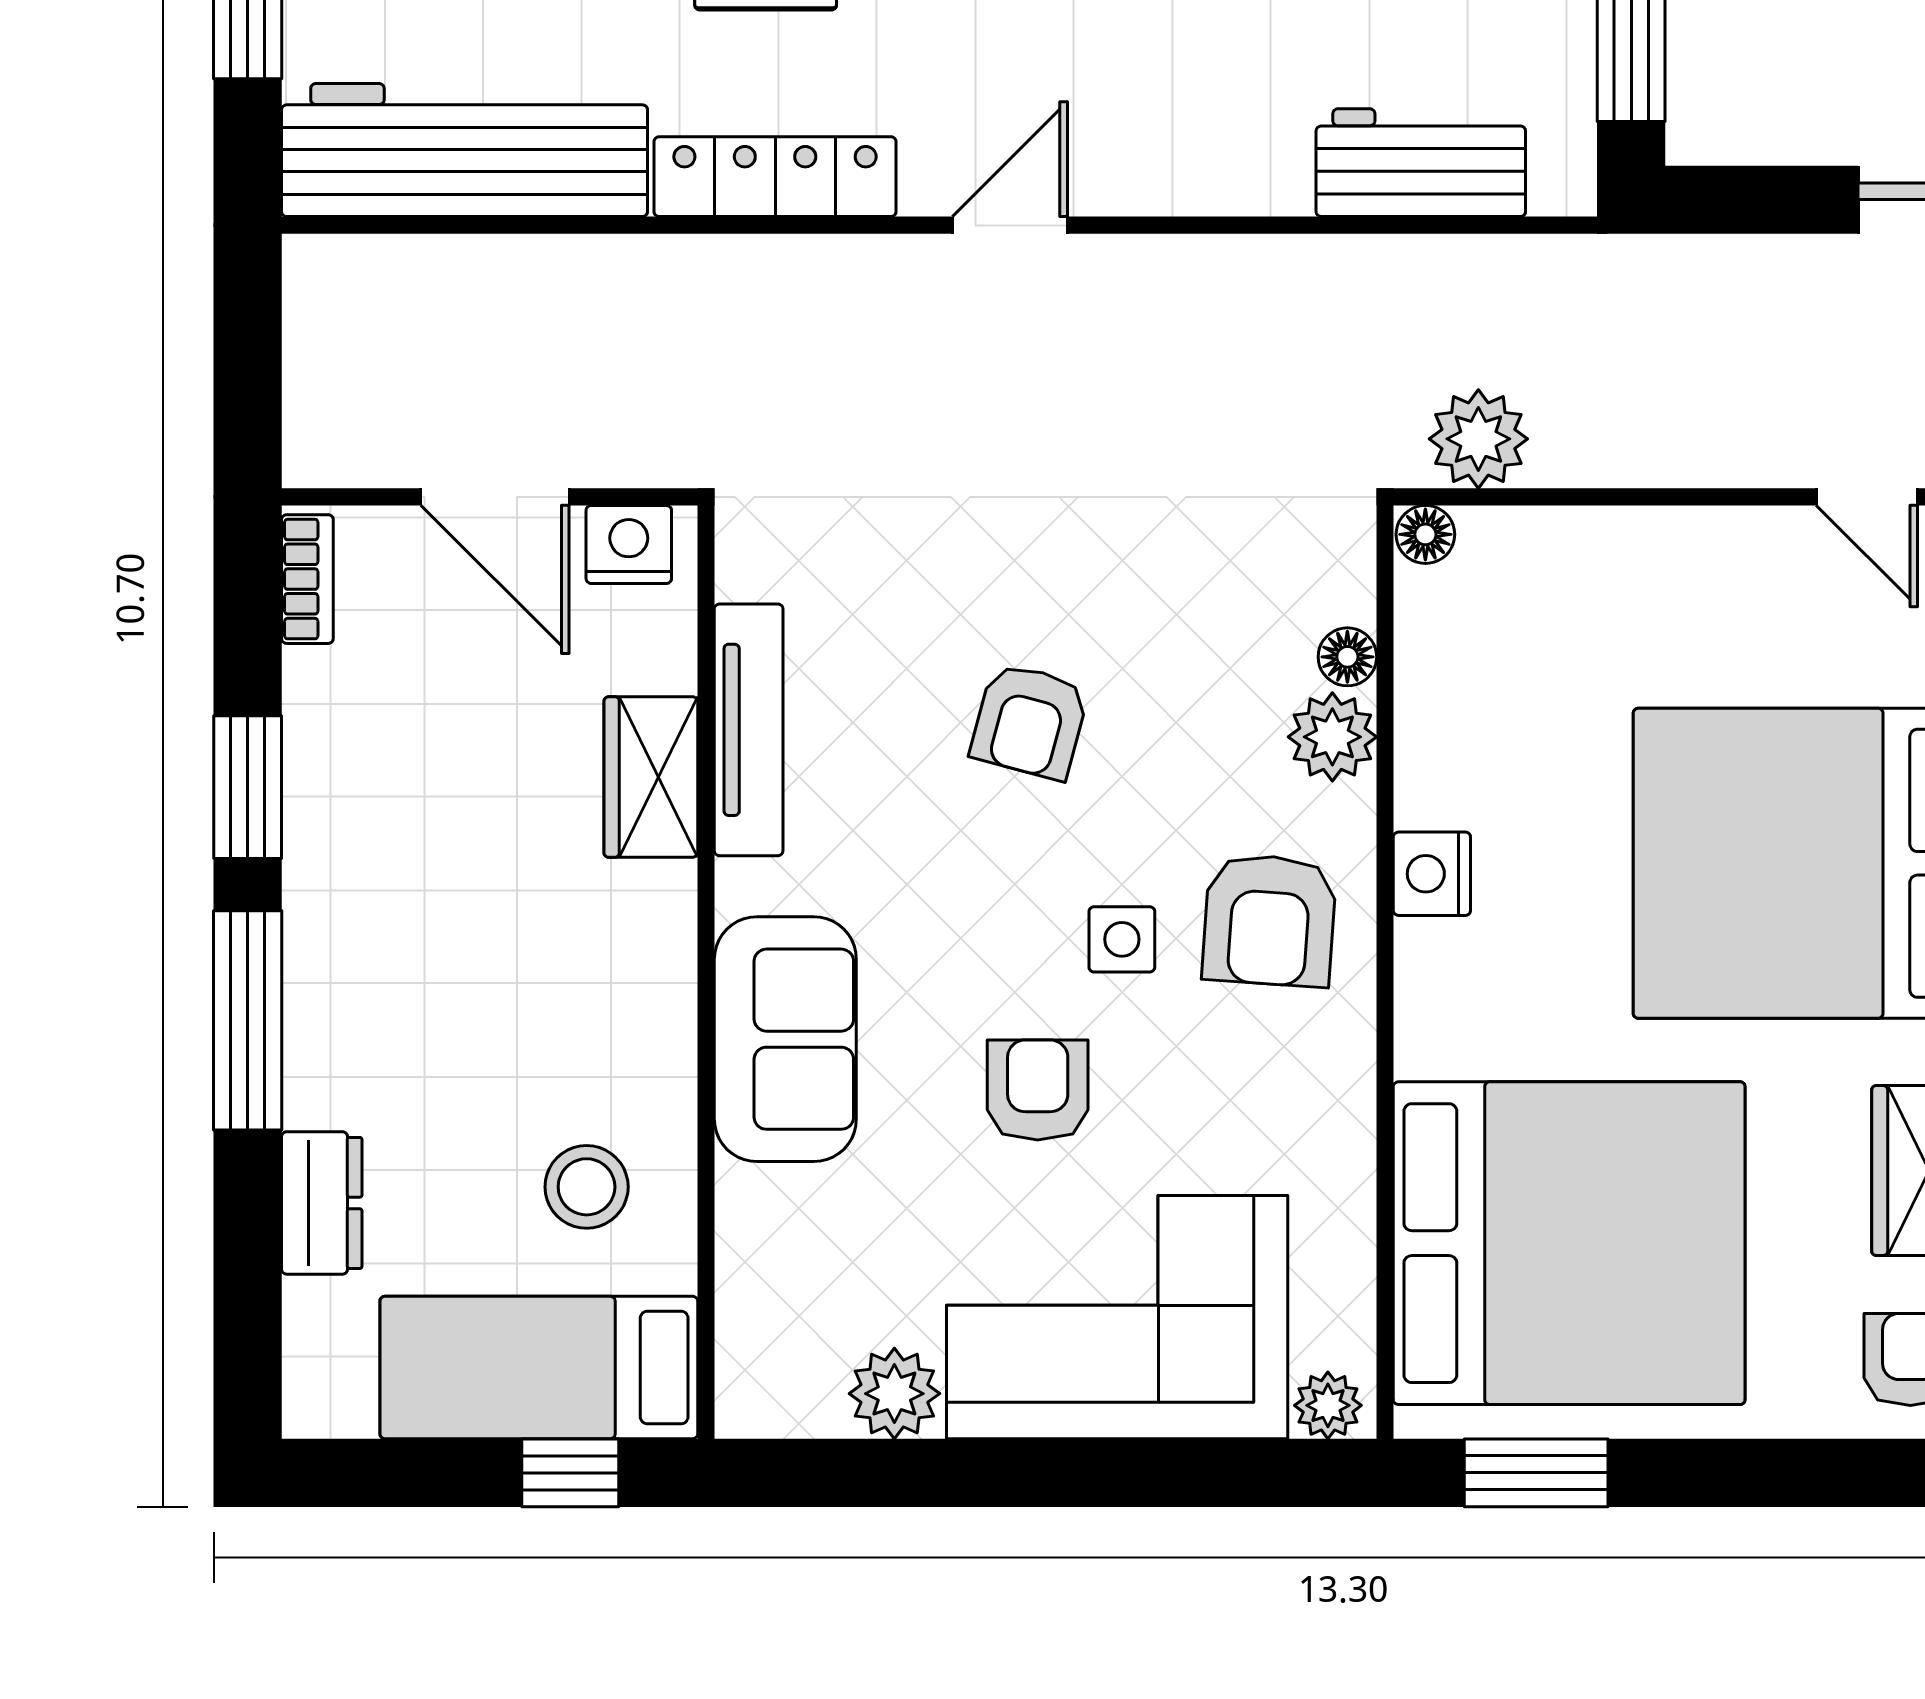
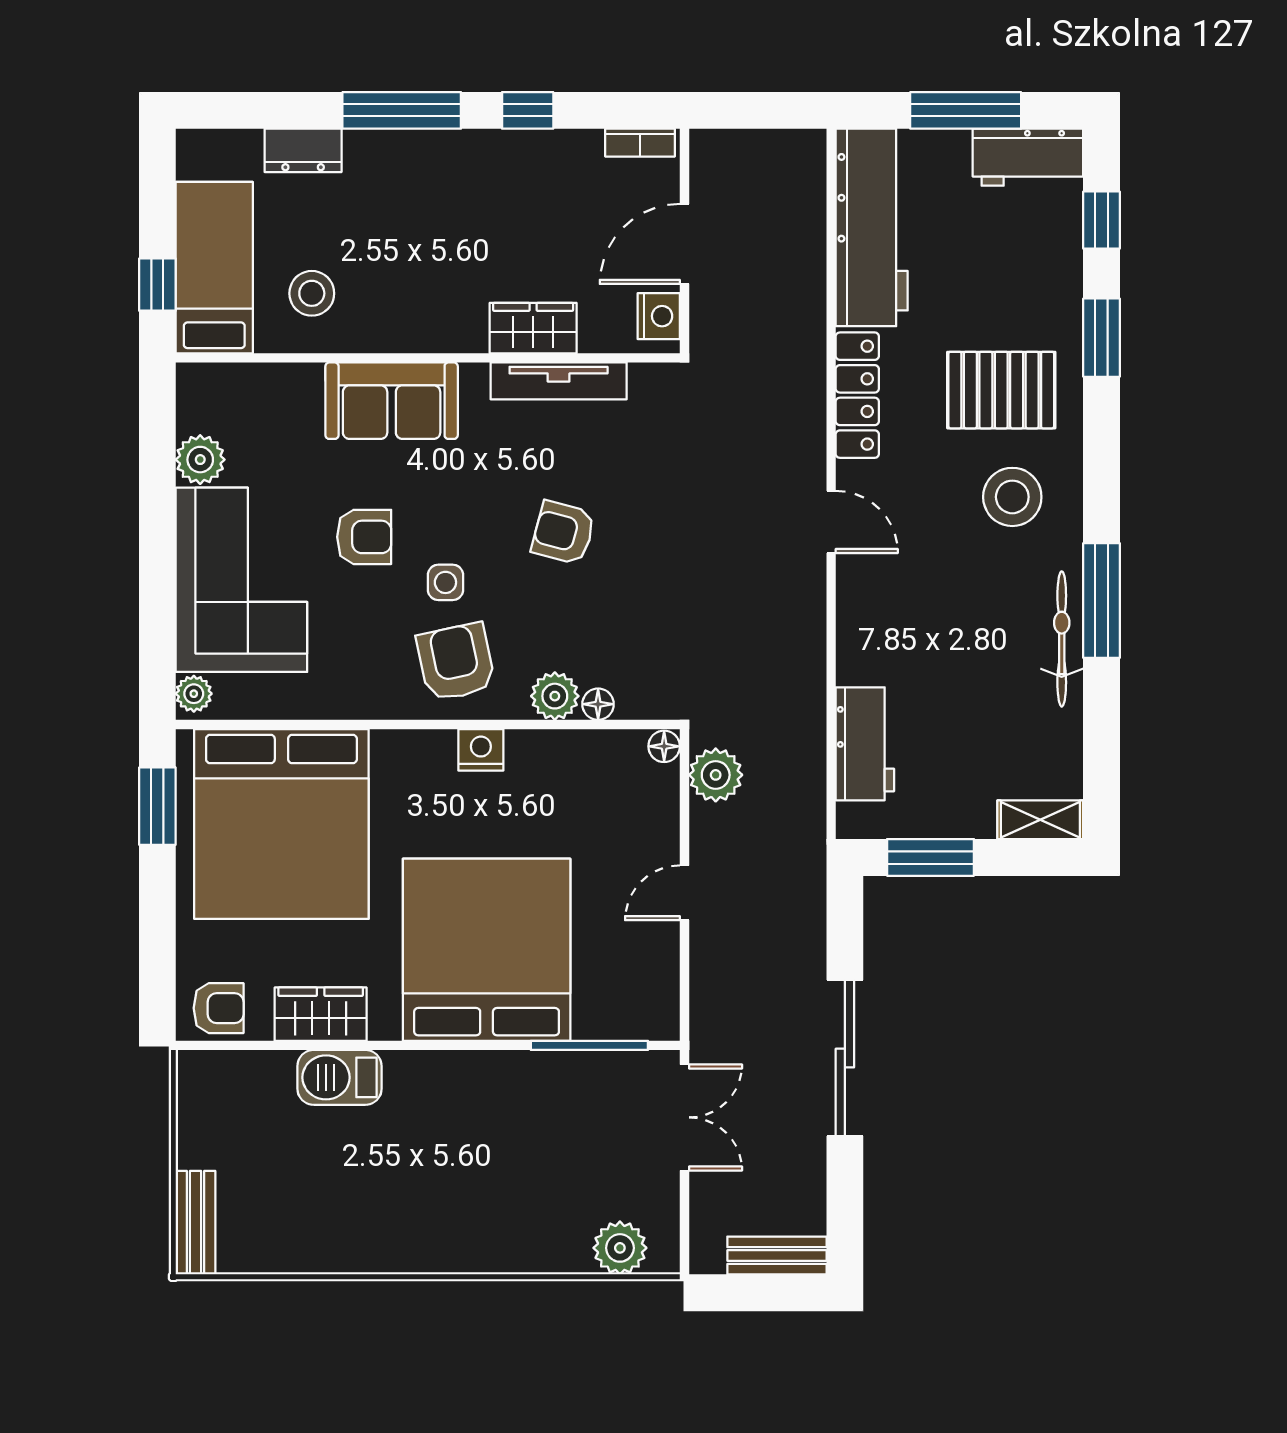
door: (1867, 497) -> (684, 893), moved
window: (248, 787) -> (528, 110), width x0.67
armchair: (1269, 920) -> (456, 662), turned 74

